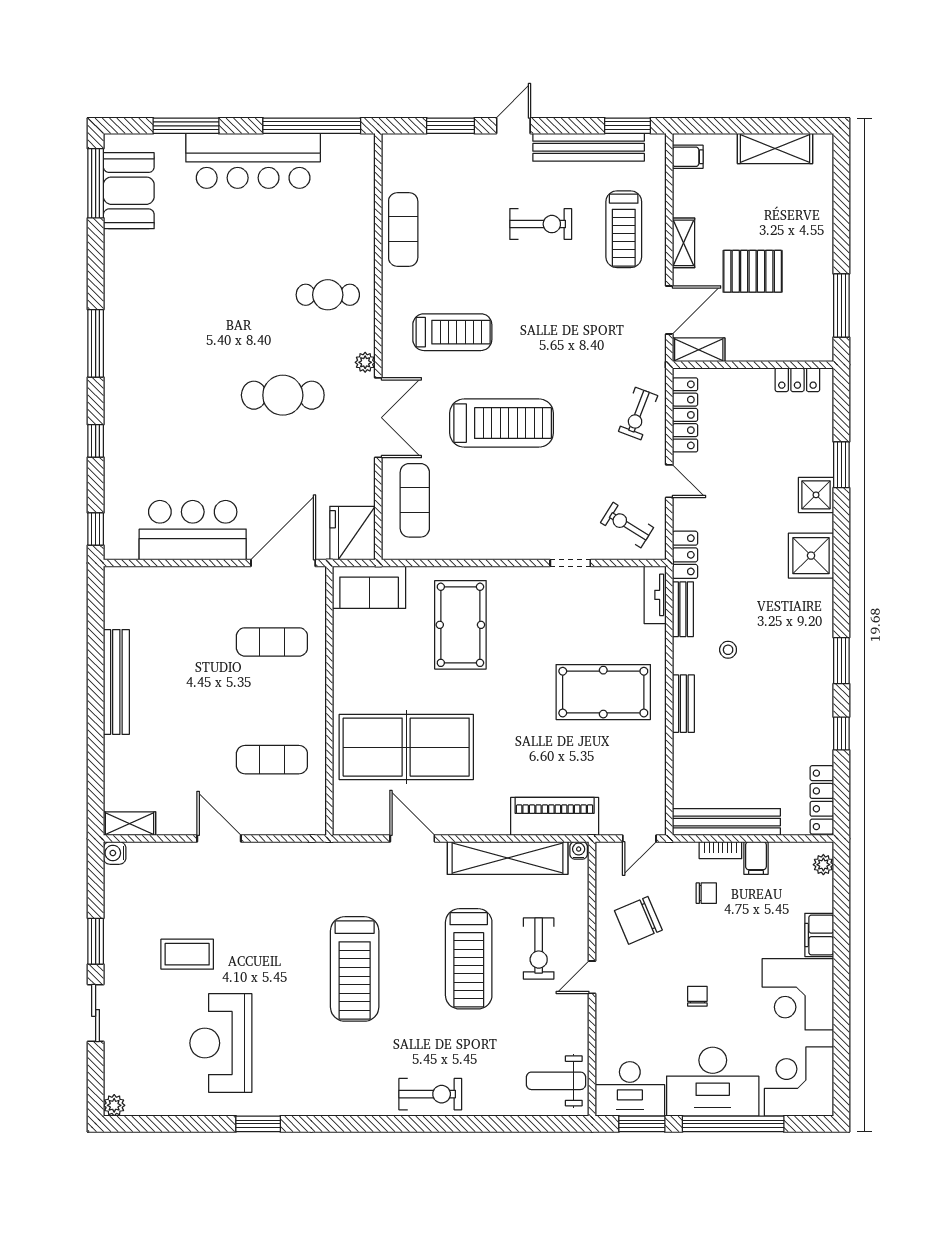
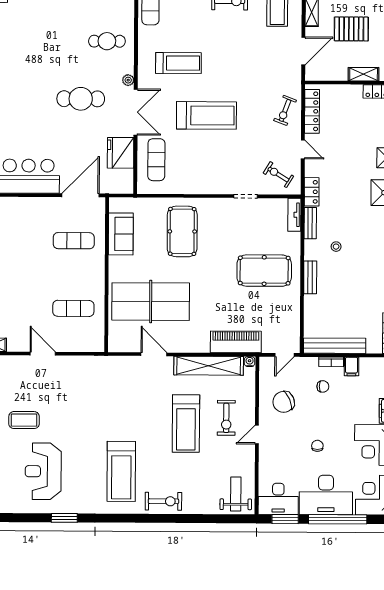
shelving: (699, 350) -> (364, 74), moved
fridge: (353, 533) -> (121, 153), moved
sofa: (369, 587) -> (121, 234), moved, turned -90
treadmill: (355, 969) -> (121, 471), moved
weight bench: (556, 1081) -> (236, 494), turned 90

